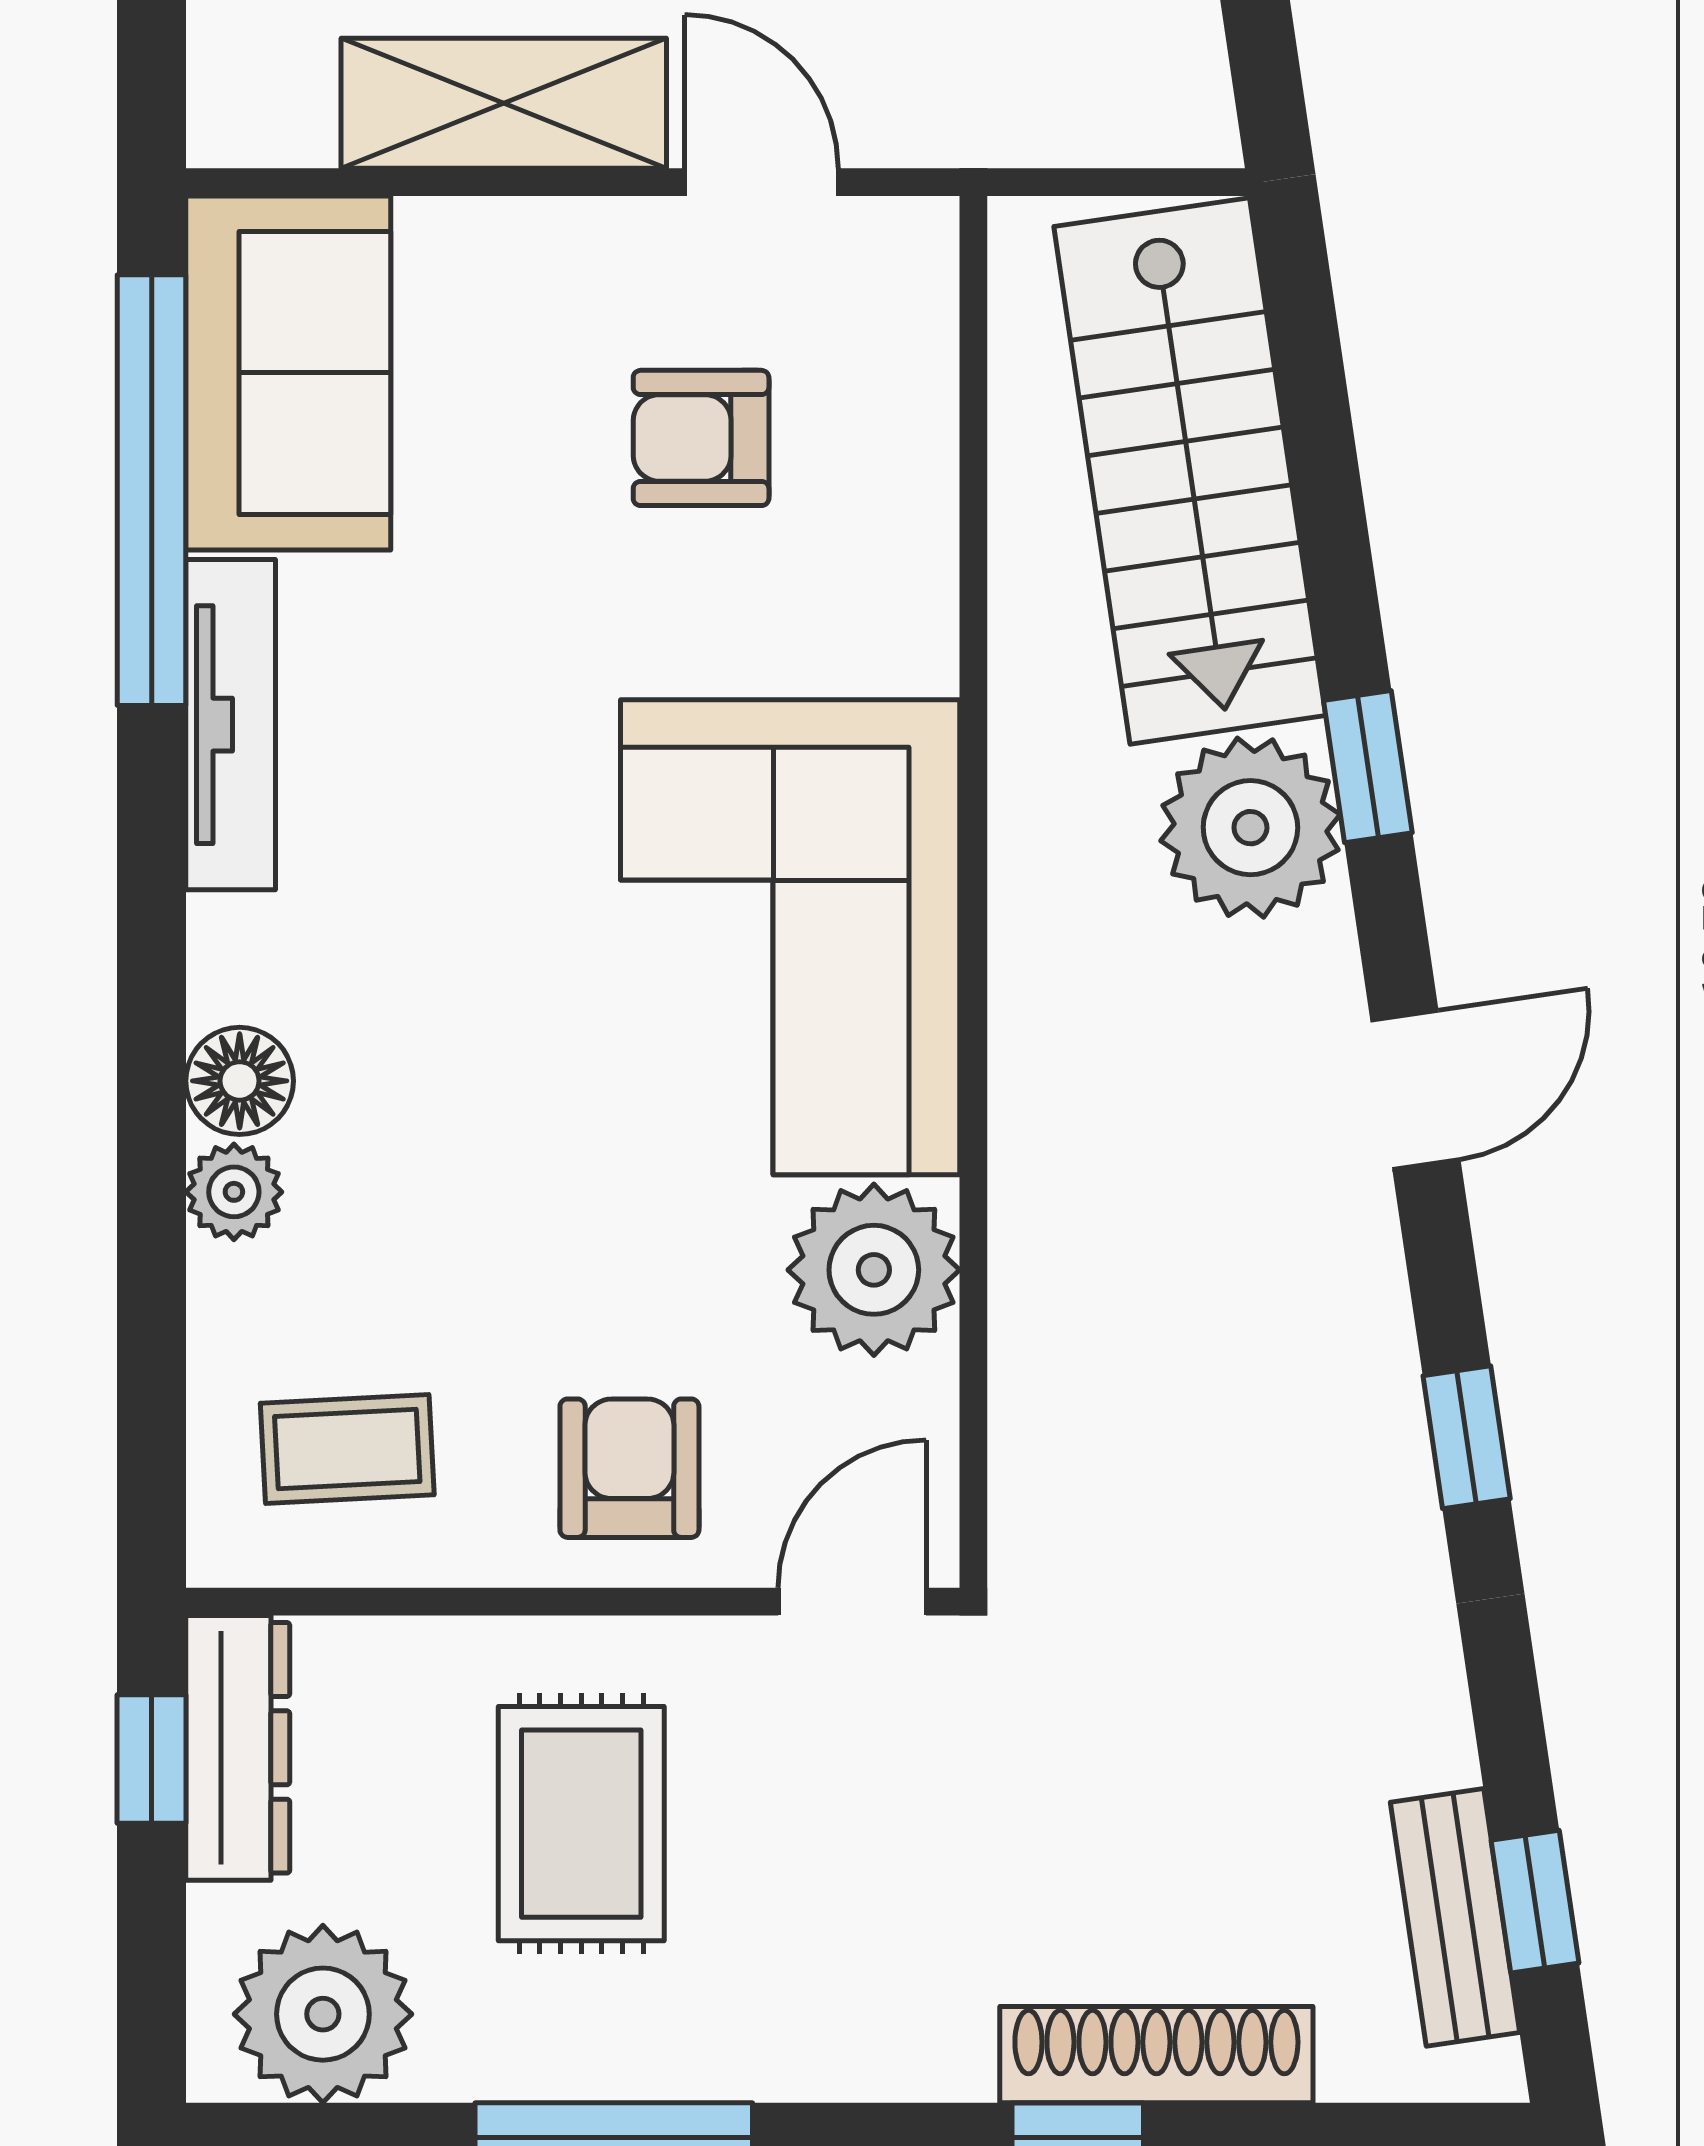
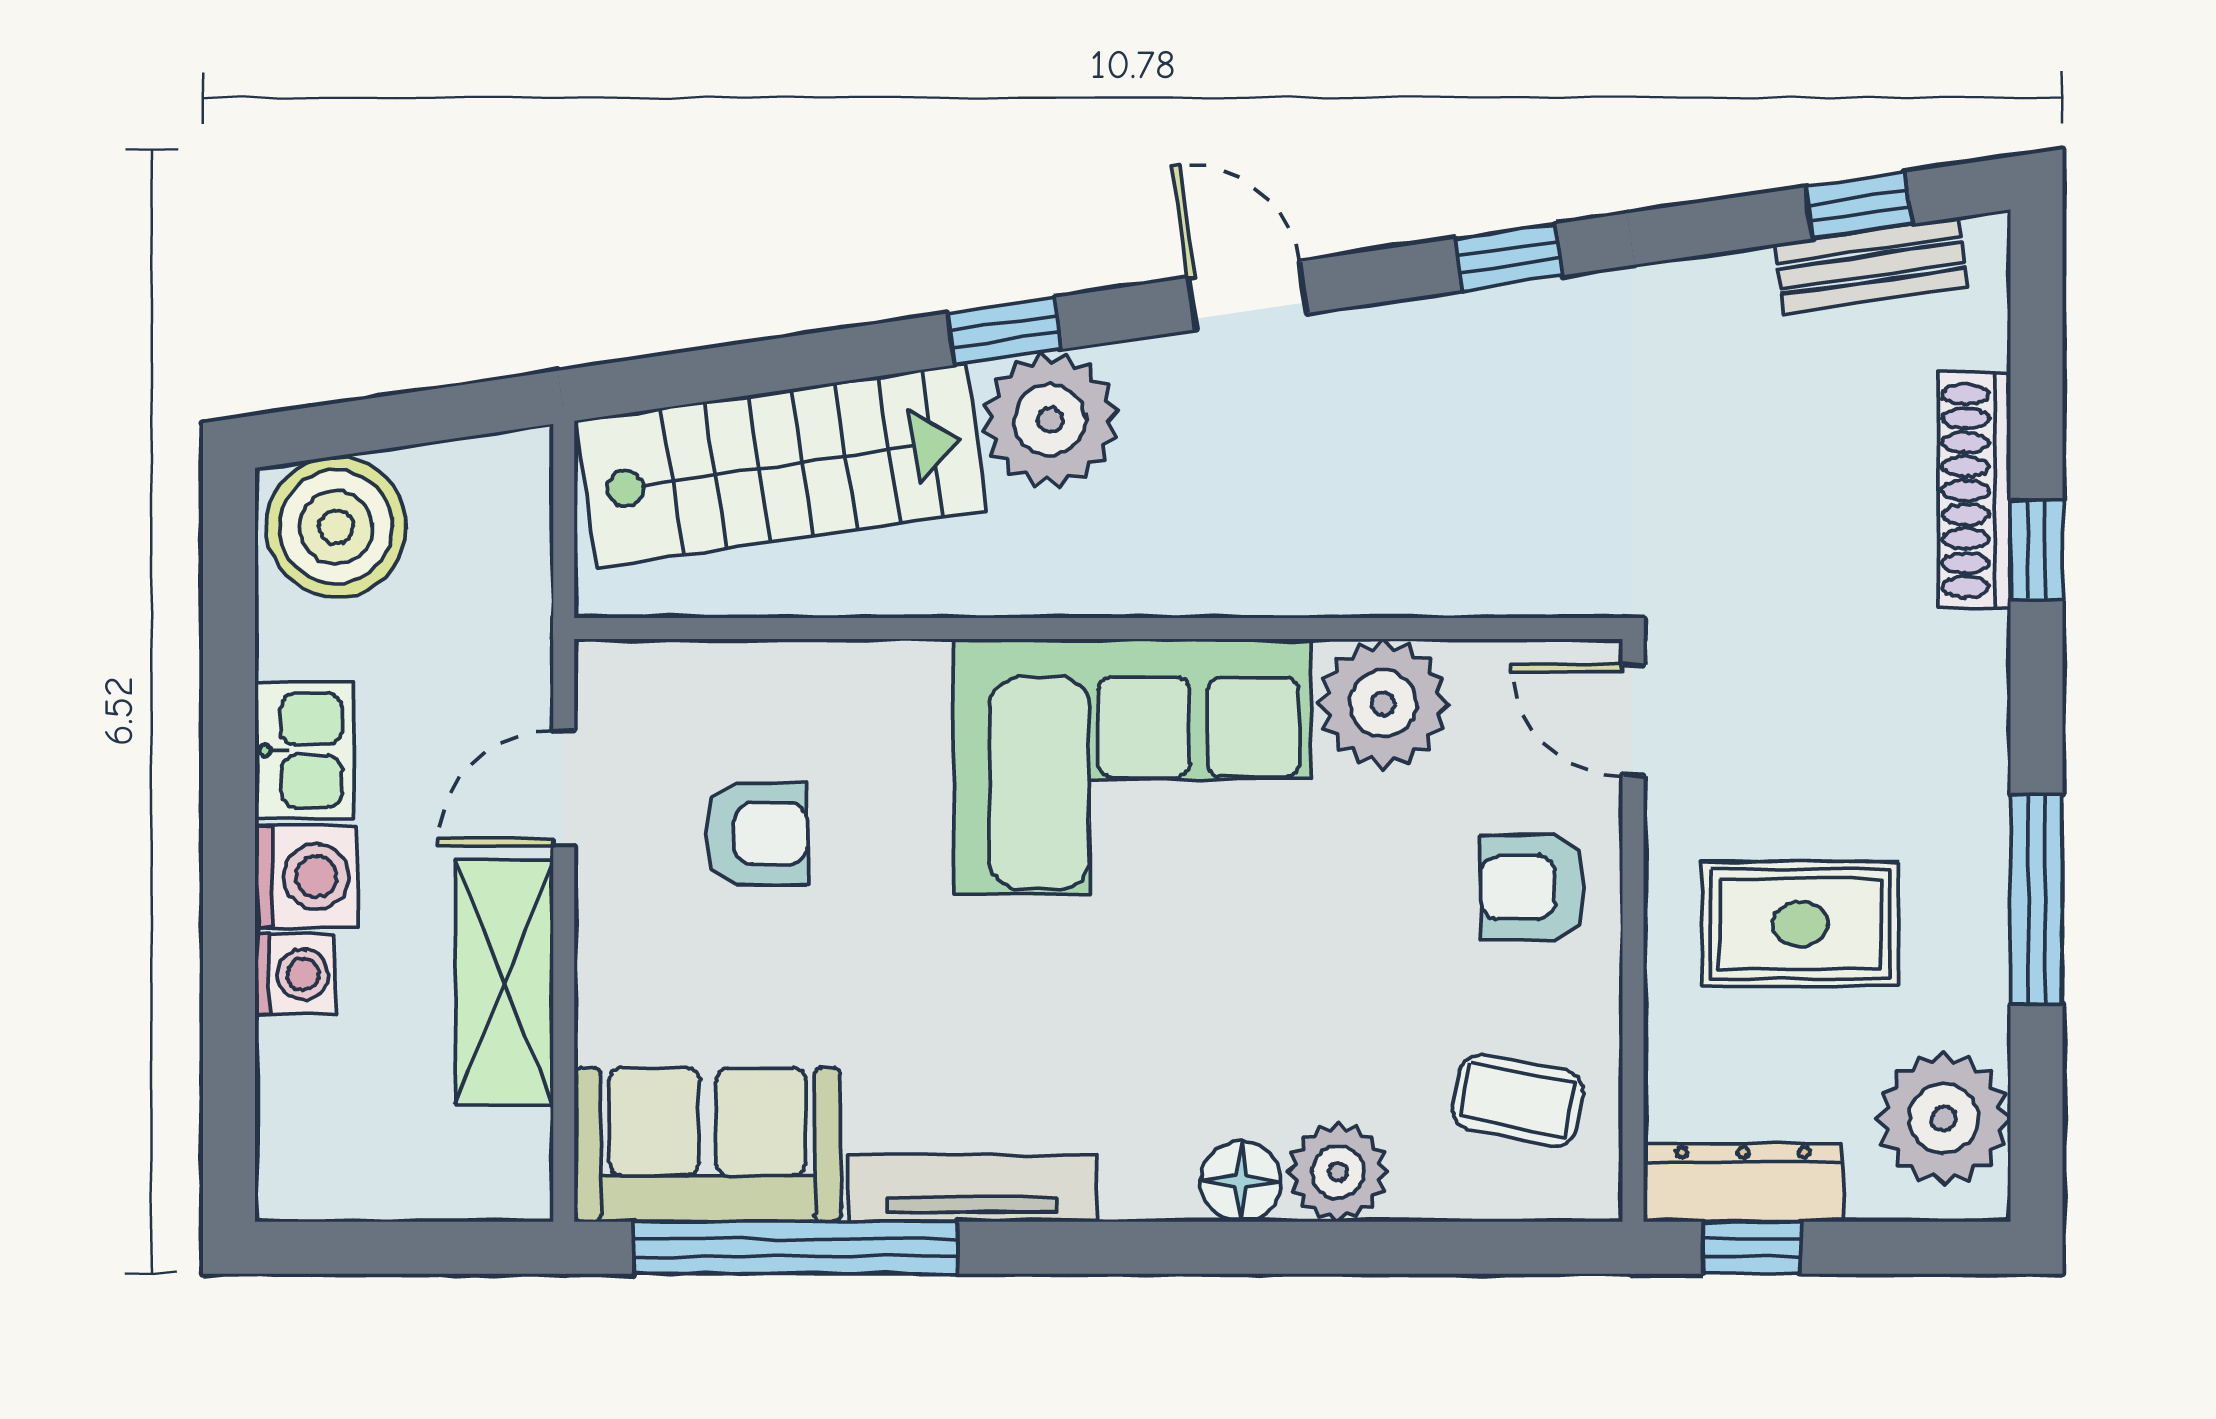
armchair: (701, 438) -> (756, 834), turned -90
plant: (234, 1192) -> (1338, 1172), width x1.38, depth x1.38
coffee table: (347, 1449) -> (1518, 1100), turned -76

